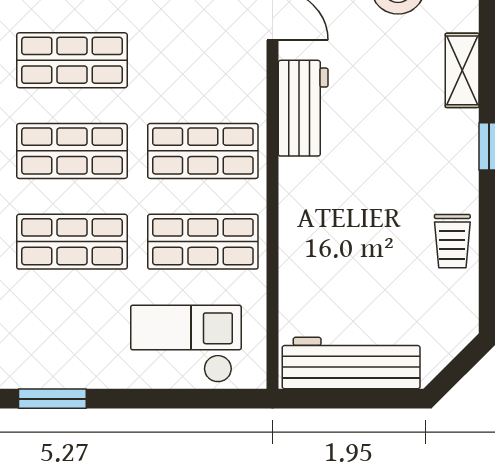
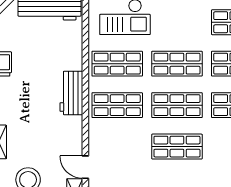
workbench: (303, 108) -> (71, 93), moved

